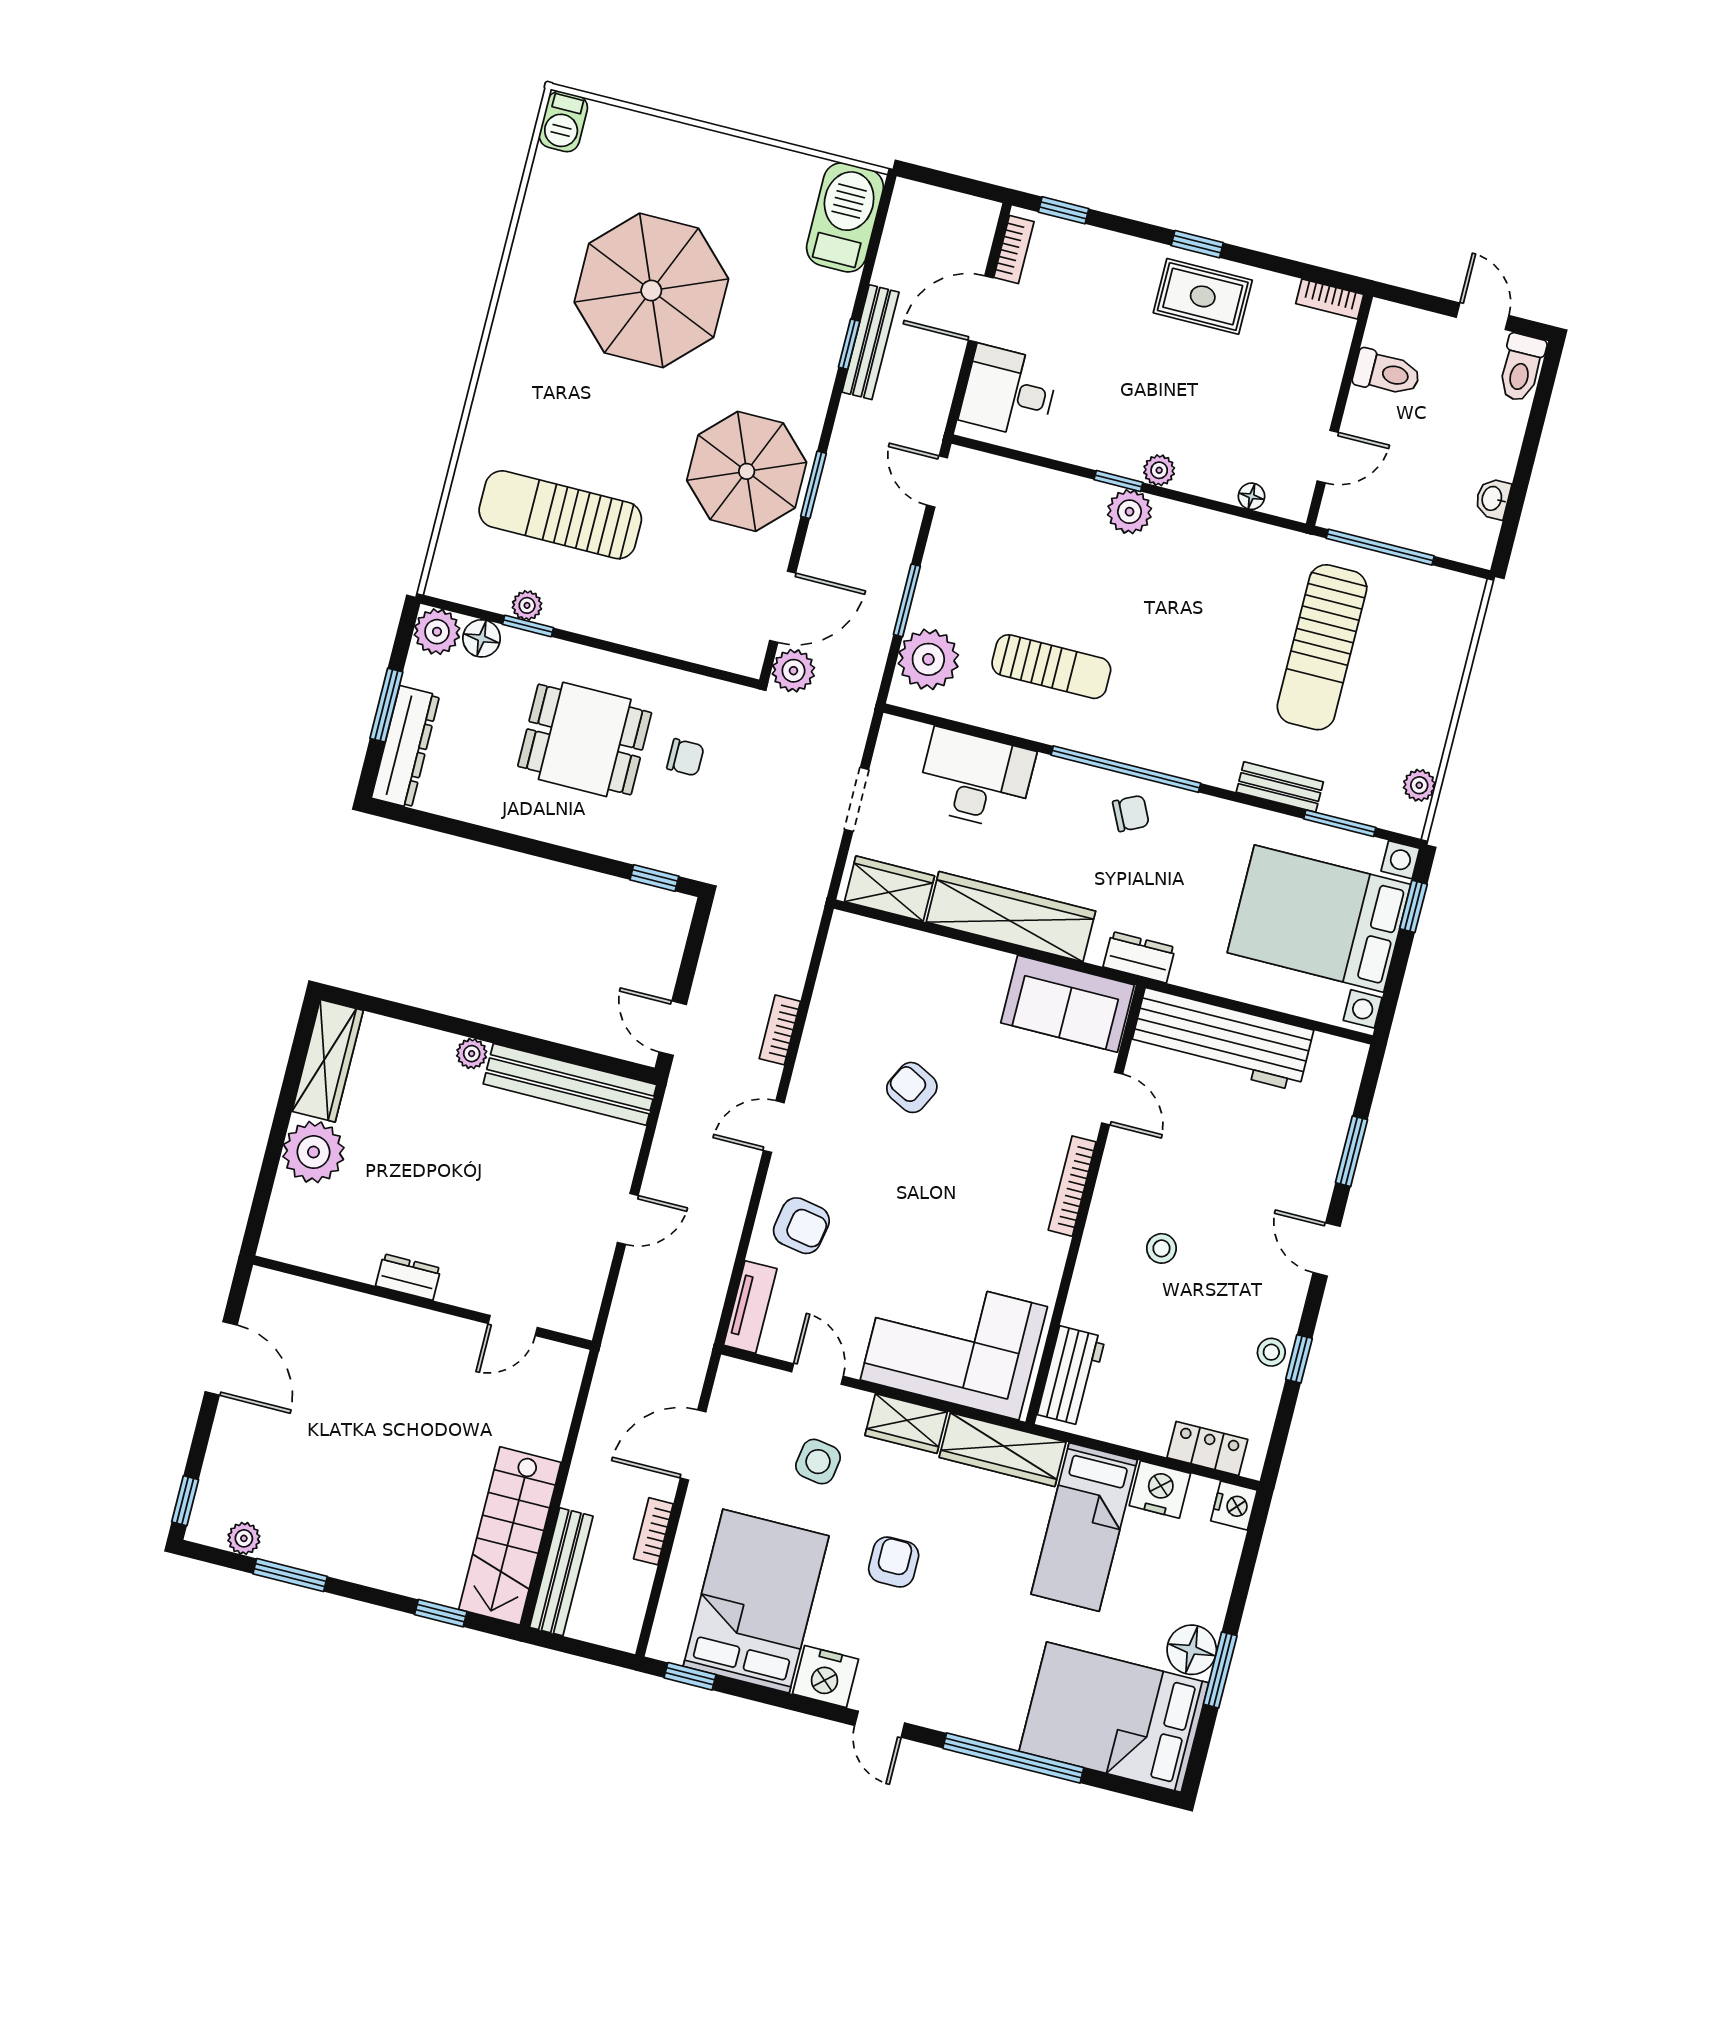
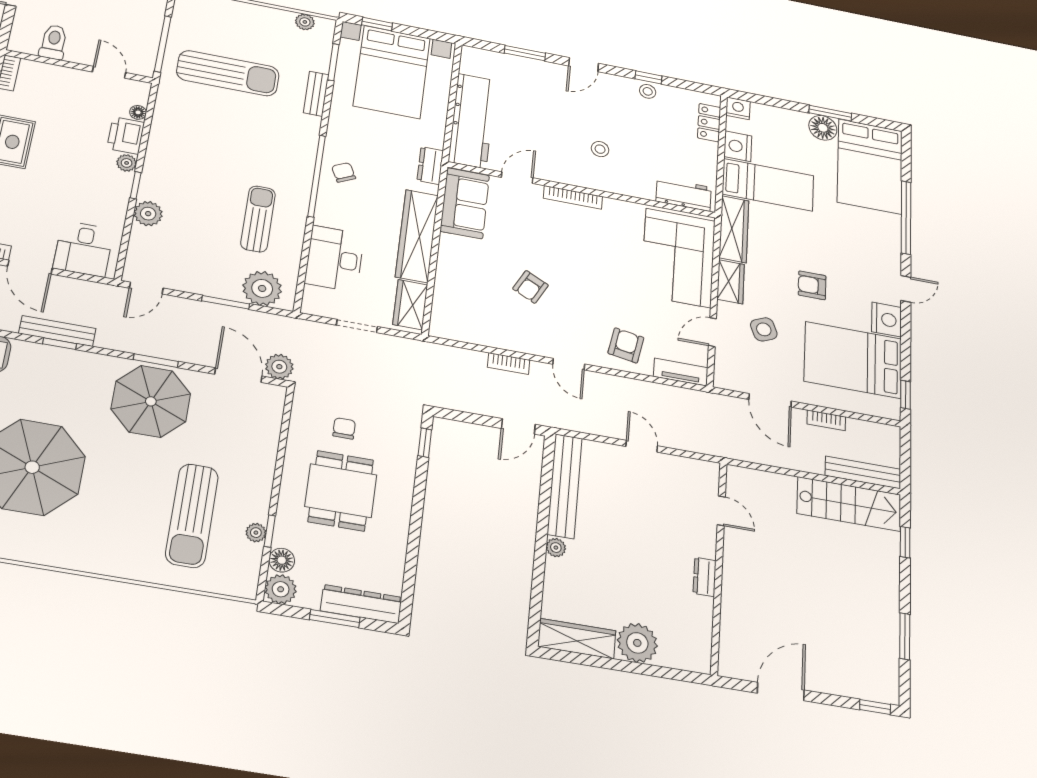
printer: (1209, 473) -> (126, 136), added
plant: (1130, 512) -> (148, 214), moved
side table: (818, 1462) -> (764, 329), turned -32
plant: (244, 1538) -> (889, 667), removed

